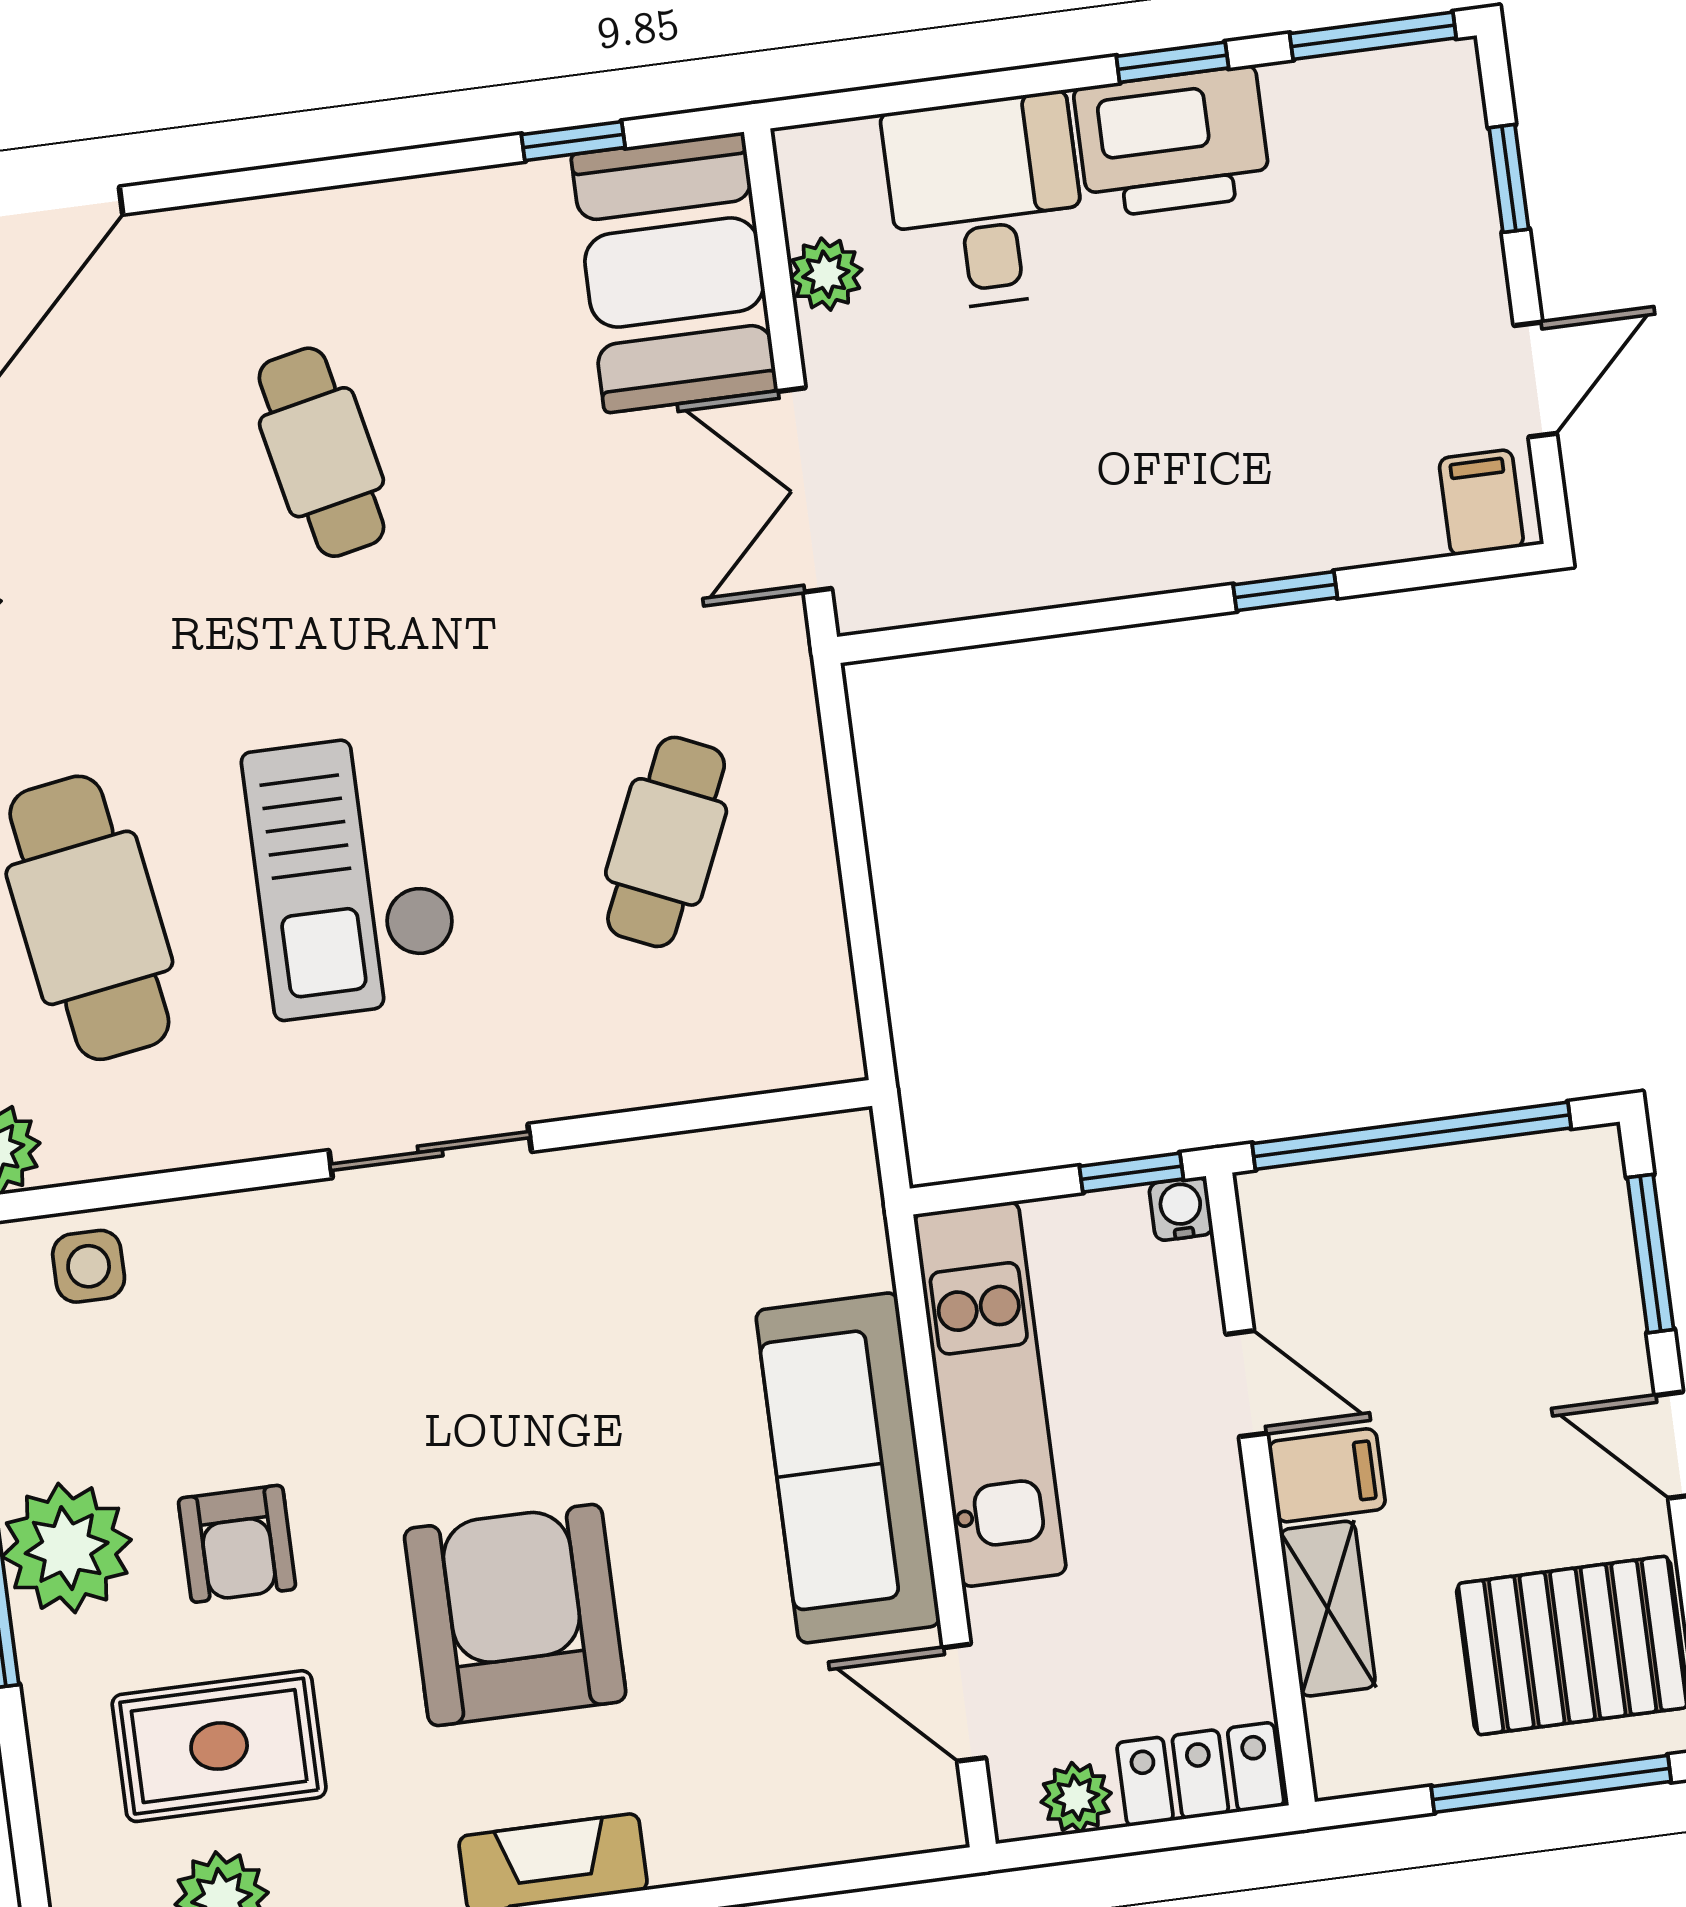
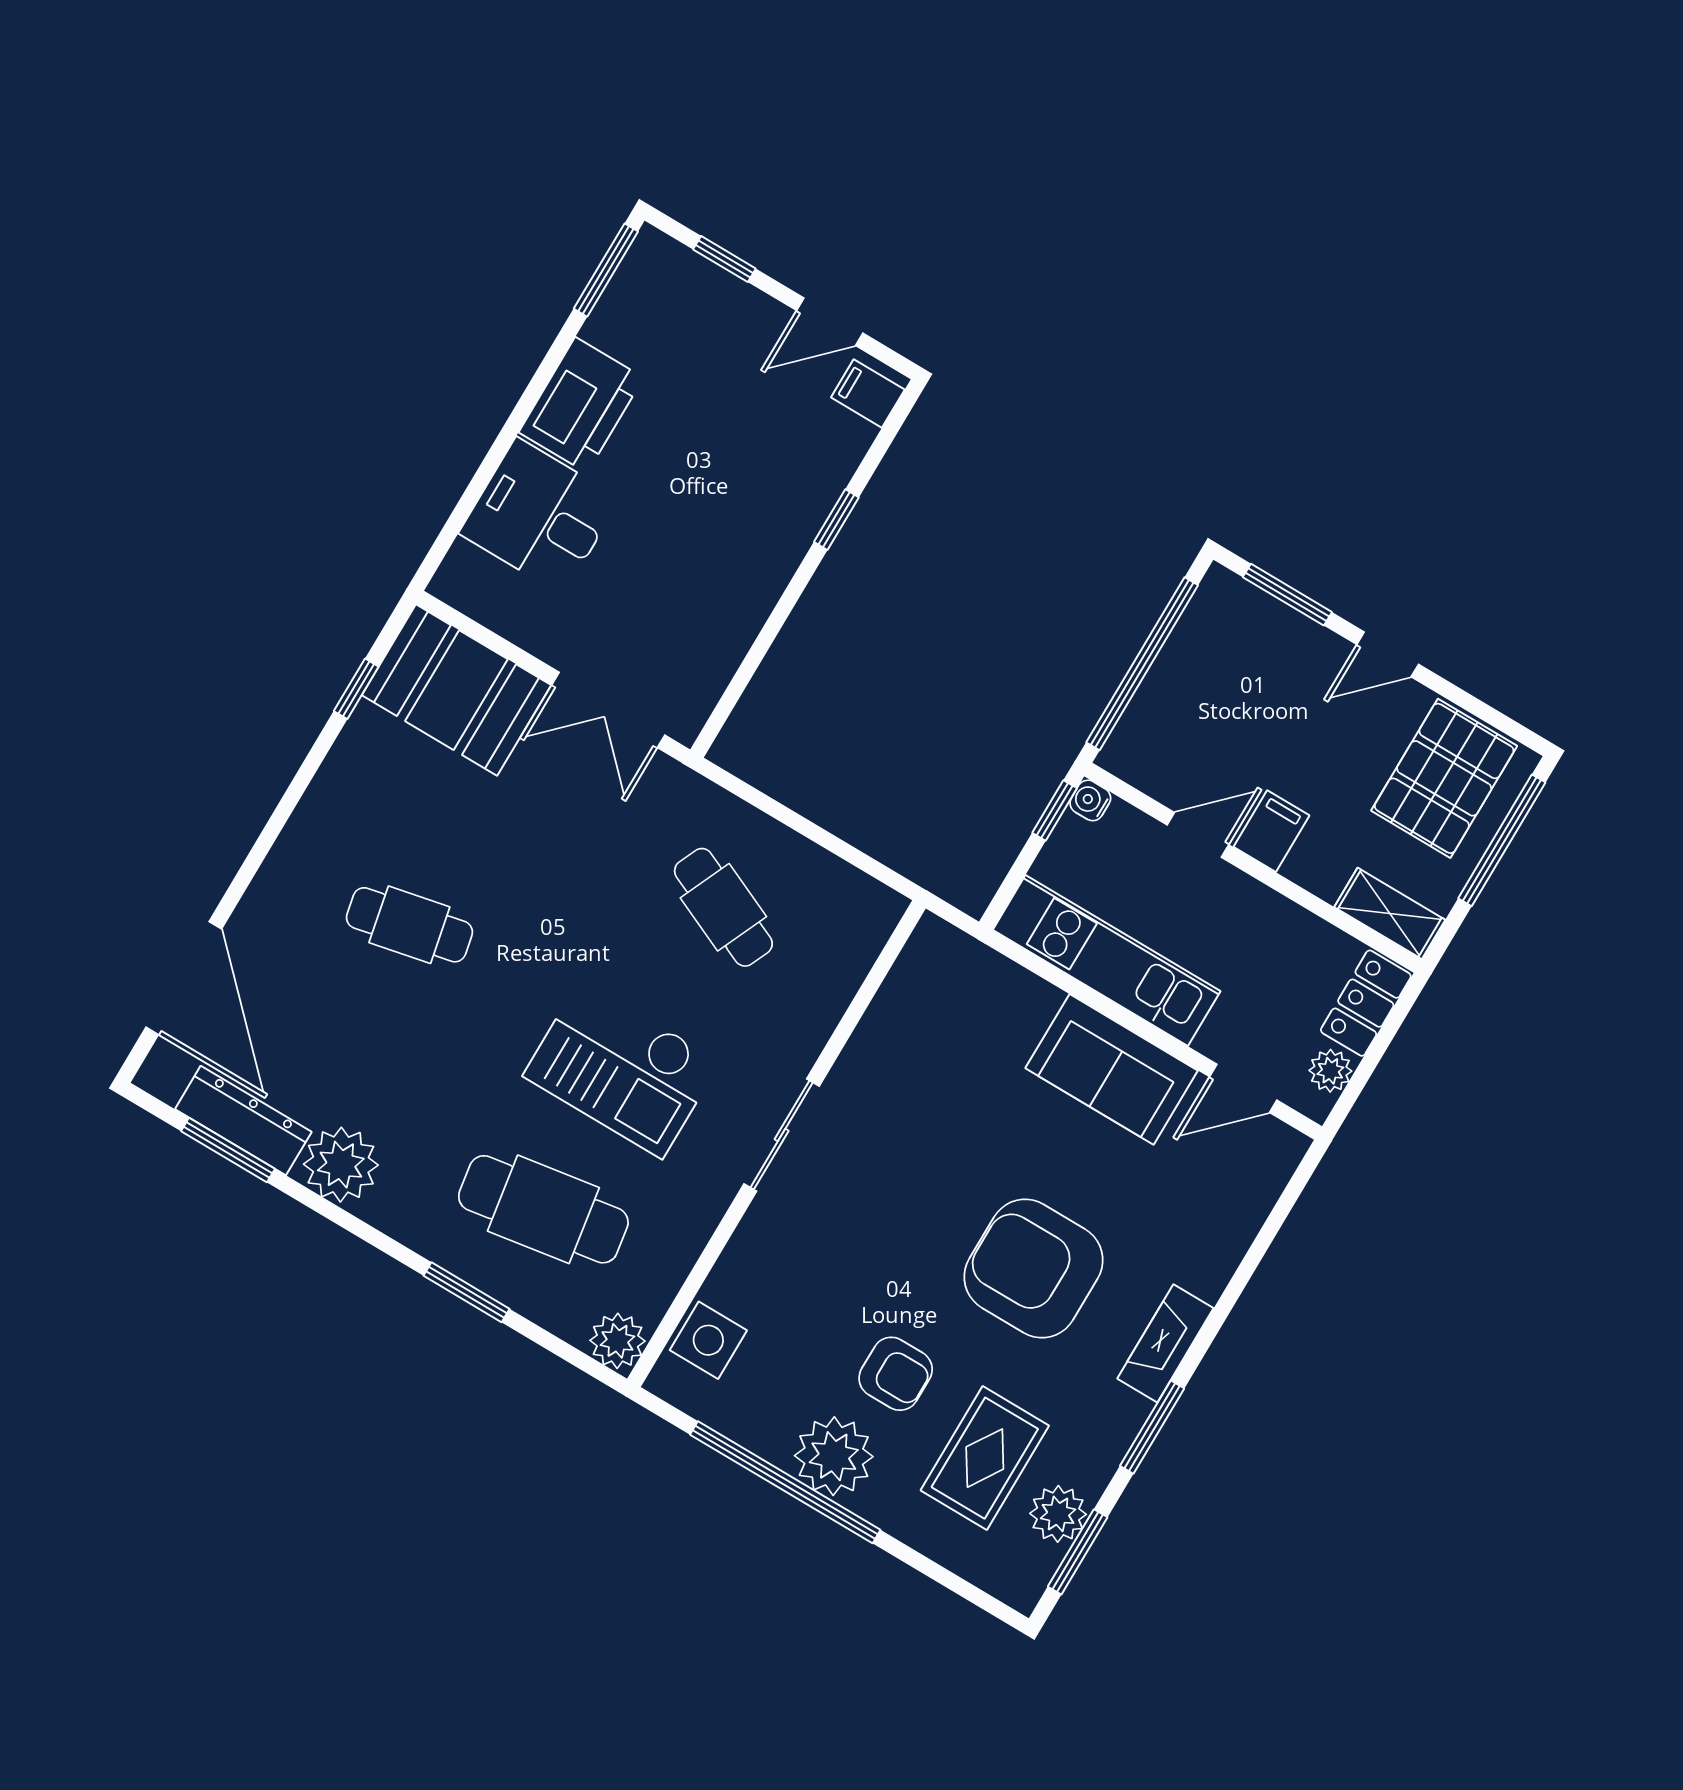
window: (1172, 62) -> (543, 375), removed
plant: (826, 274) -> (514, 619), removed
door: (1535, 380) -> (830, 322), swing flipped
side table: (89, 1266) -> (708, 1340), width x1.37, depth x1.37
sofa: (848, 1468) -> (1112, 1069), width x0.73
shelving: (1328, 1609) -> (1390, 913), moved

